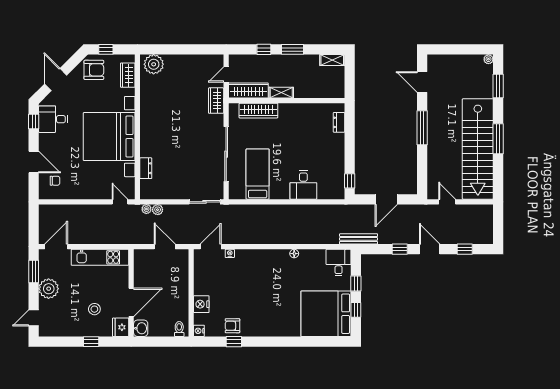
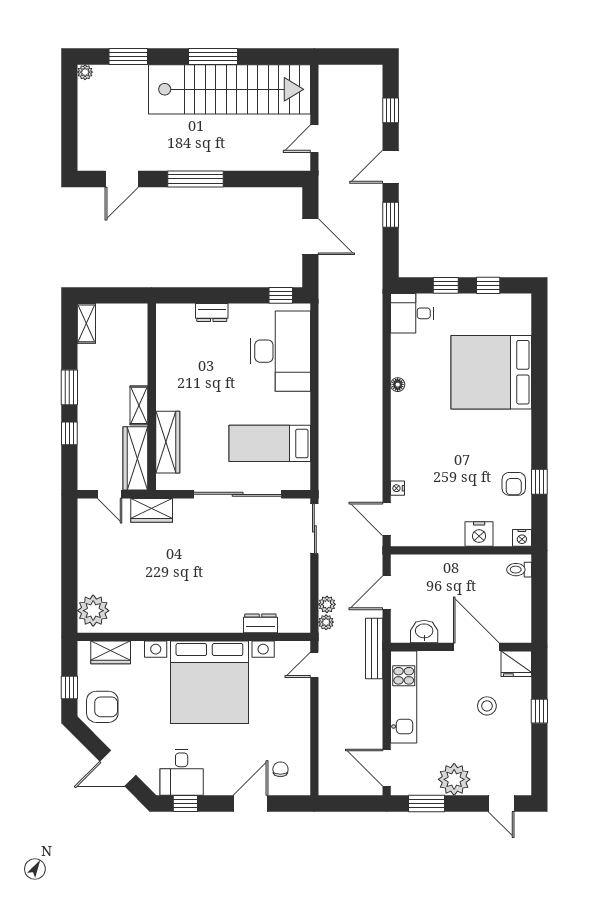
armchair: (94, 70) -> (102, 707), turned 90
dresser: (339, 122) -> (212, 313), moved
desk: (303, 185) -> (280, 351), width x1.87, depth x1.30
bench: (359, 239) -> (374, 648), moved
bed: (326, 314) -> (491, 372), moved, turned 90
washbasin: (141, 328) -> (424, 631), moved

